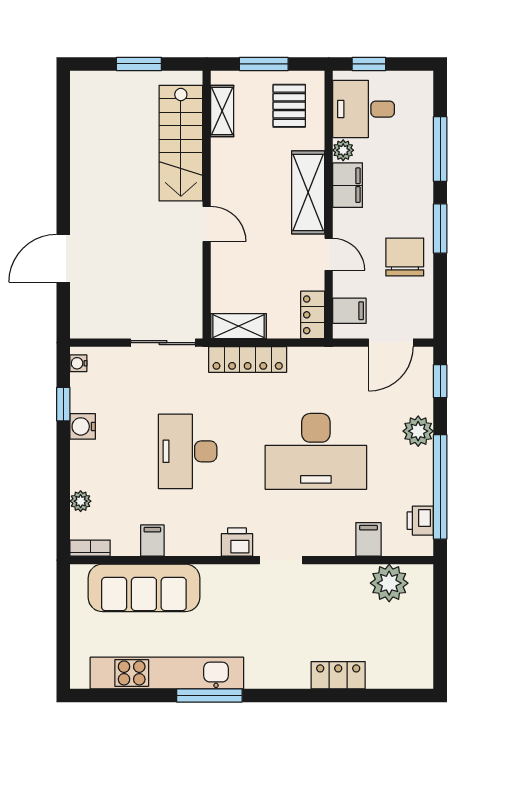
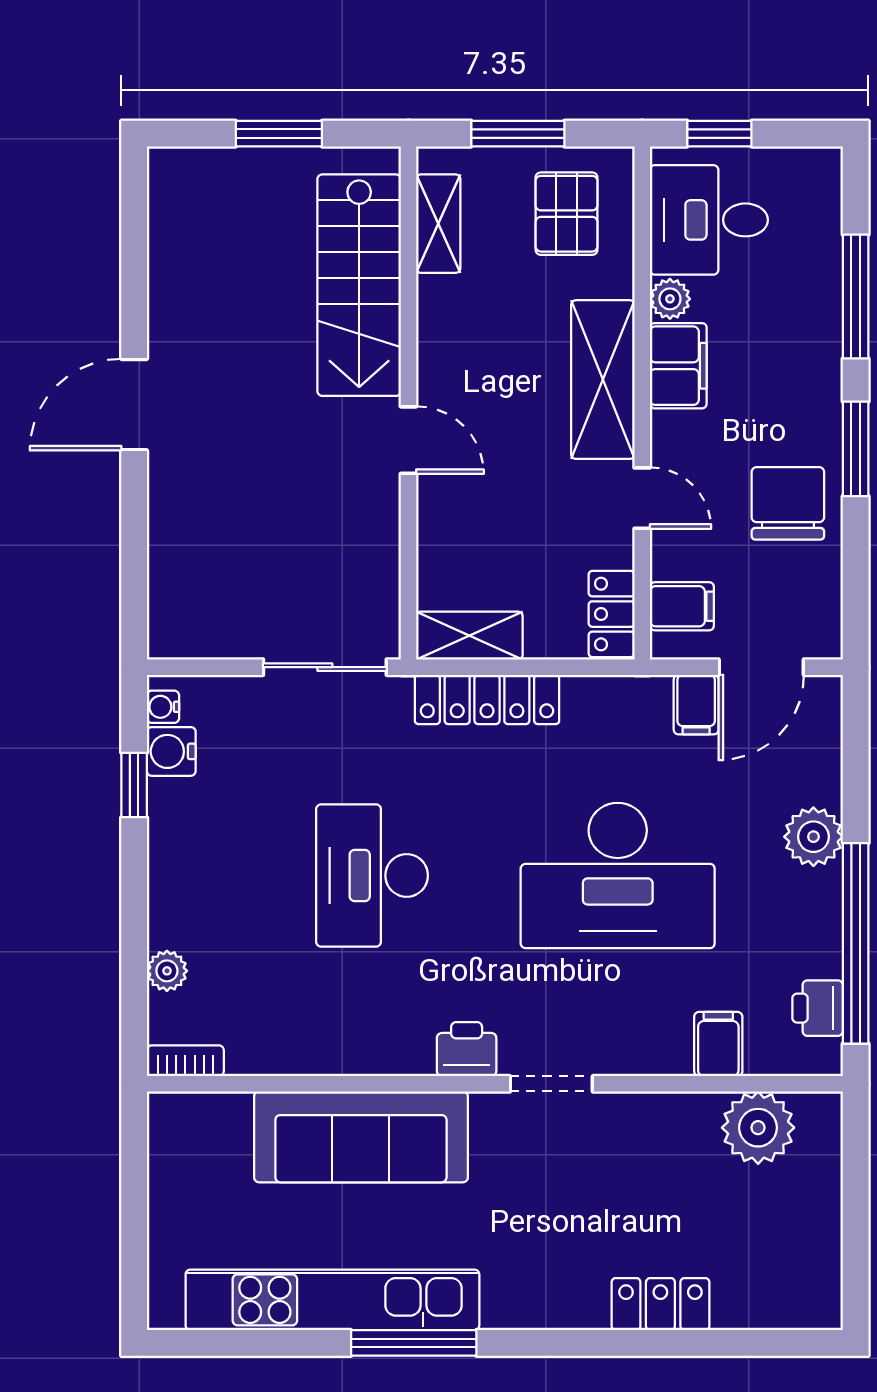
door: (63, 258) -> (134, 405), moved
window: (440, 381) -> (856, 741), removed
water cooler: (83, 426) -> (171, 751), moved
filing cabinet: (152, 541) -> (696, 705), moved, turned 180
sofa: (144, 588) -> (361, 1137), moved

